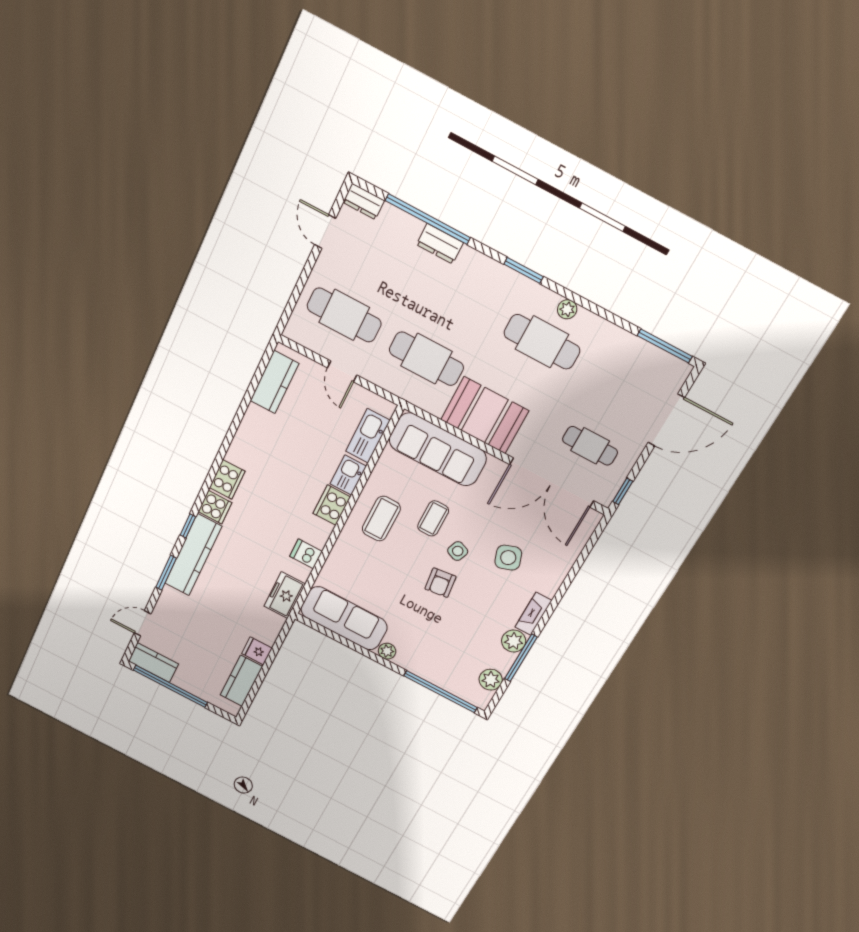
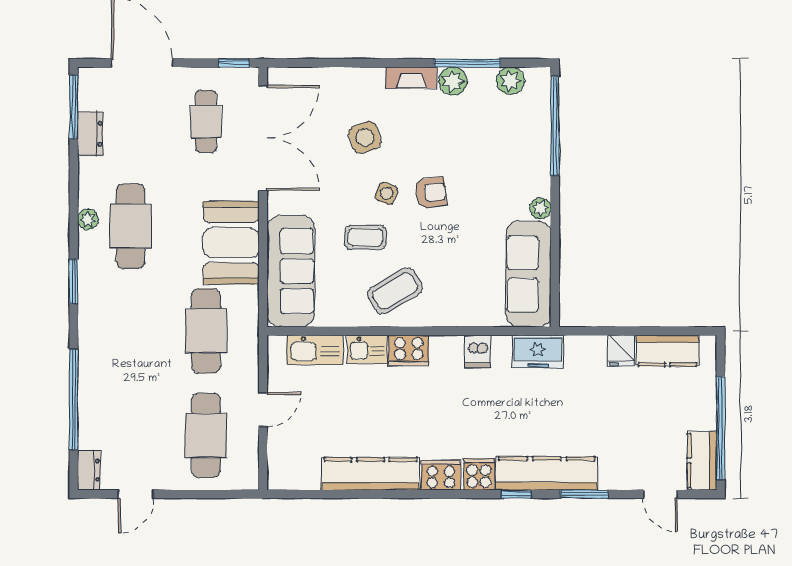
dresser: (440, 244) -> (90, 134), moved
kitchen counter: (274, 382) -> (371, 474), moved, width x1.50
coffee table: (381, 519) -> (395, 291), turned -30

